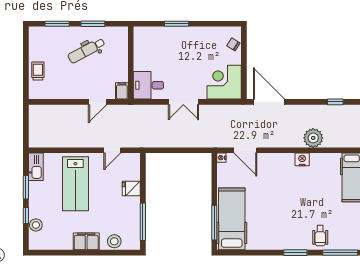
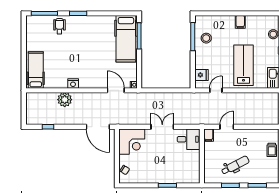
fridge: (131, 188) -> (201, 75), moved
filing cabinet: (86, 241) -> (240, 22), width x0.50
stool: (114, 241) -> (206, 38), moved

